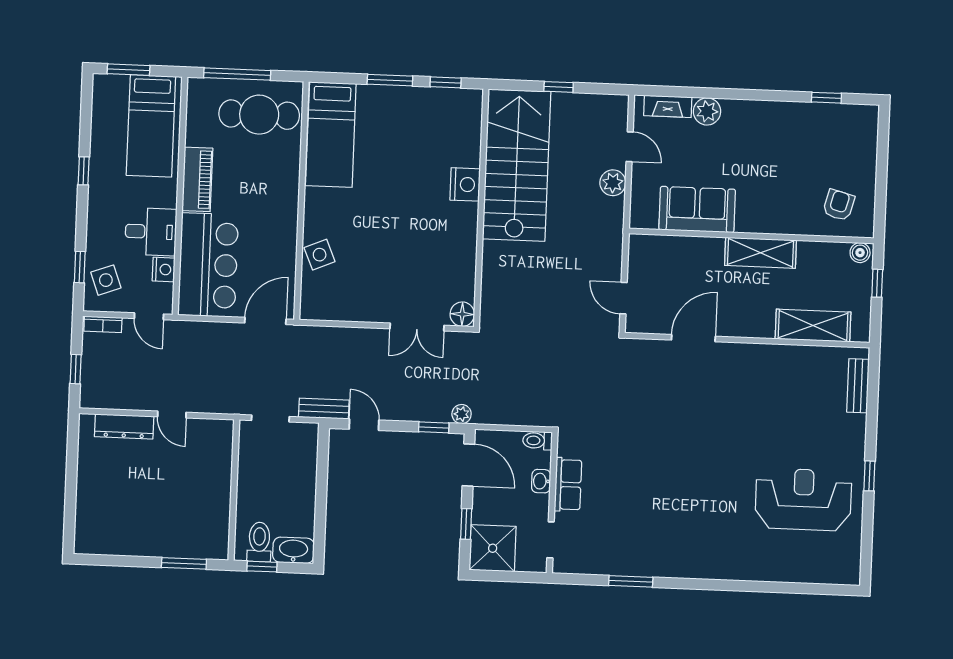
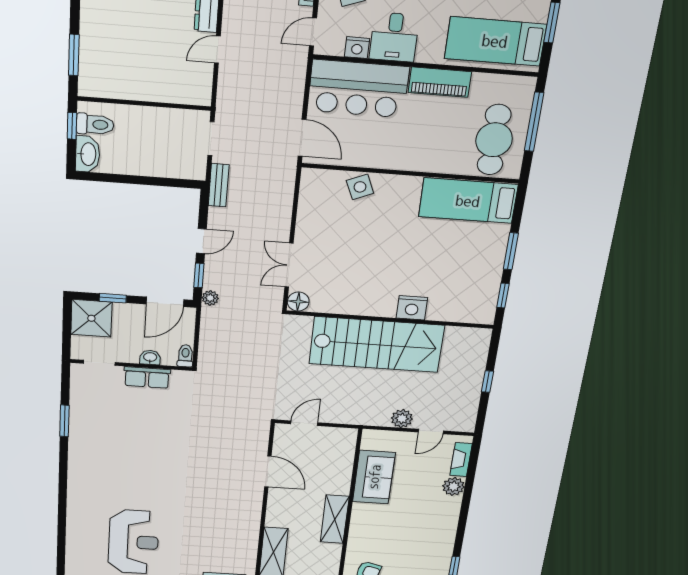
stairs: (517, 165) -> (377, 345), moved
door: (364, 425) -> (201, 241), moved

